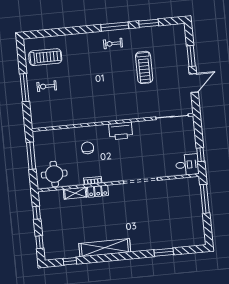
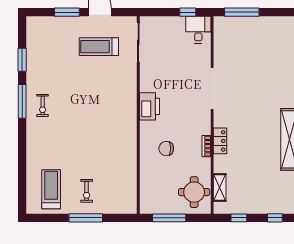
treadmill: (144, 67) -> (99, 47), moved, turned 180
shelving: (75, 193) -> (220, 188), moved

